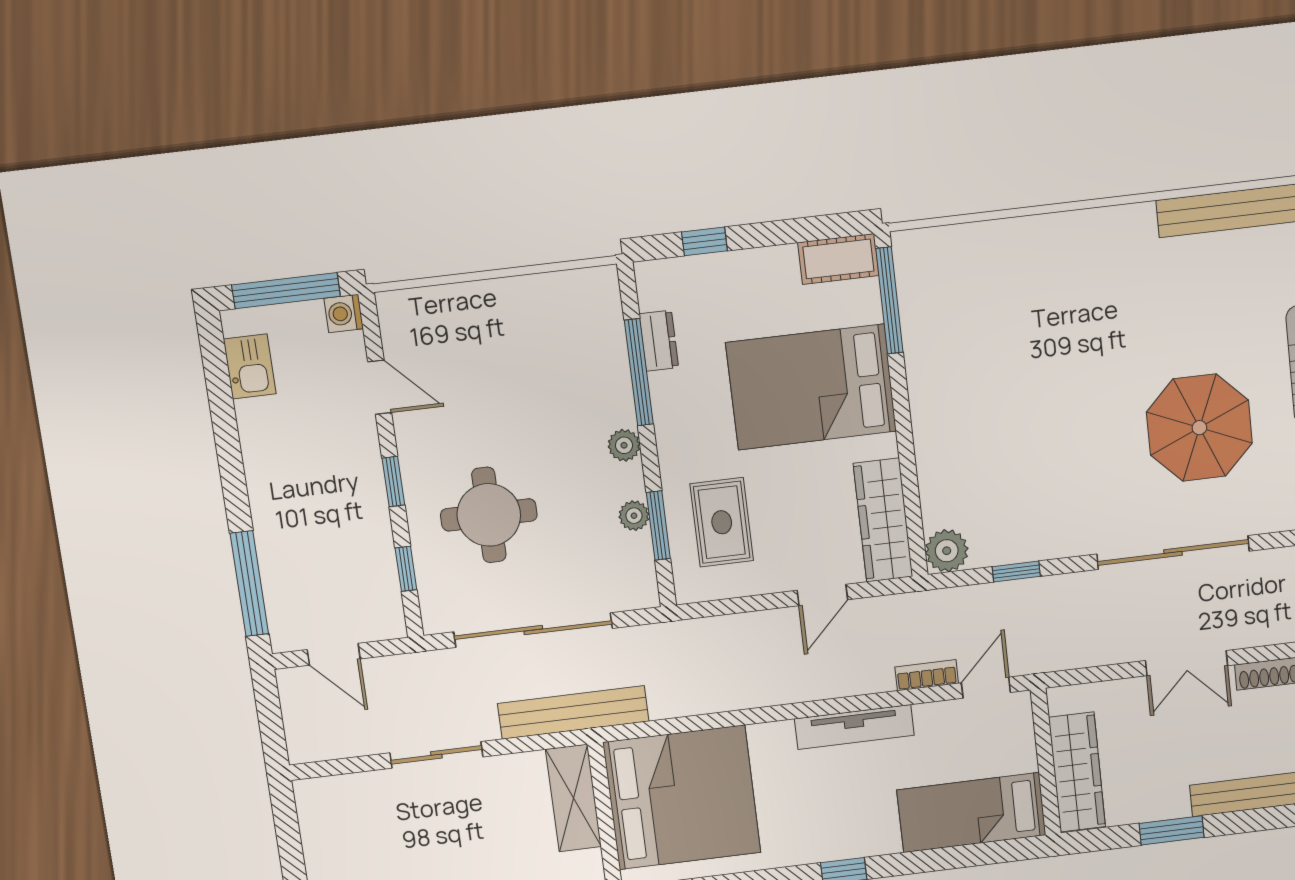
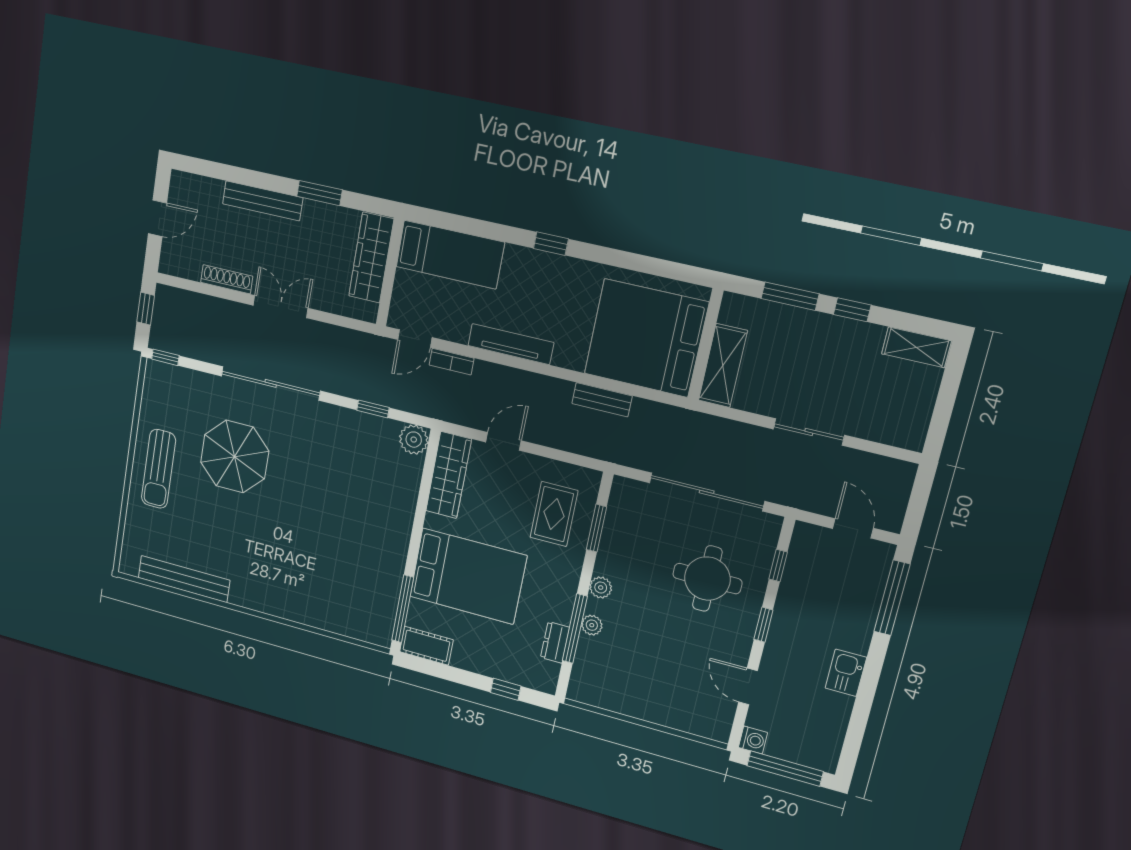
kitchen sink: (250, 366) -> (846, 673), moved
plant: (634, 516) -> (592, 625), moved
bench: (573, 712) -> (602, 400), moved, width x0.54, depth x0.82

